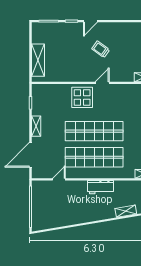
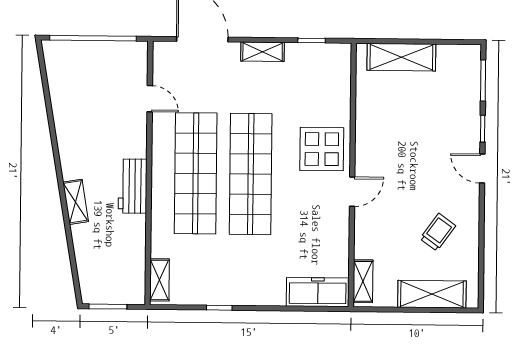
trolley: (101, 49) -> (438, 232), moved
door: (102, 83) -> (352, 192), hinge flipped
shelving: (126, 211) -> (76, 202), moved

